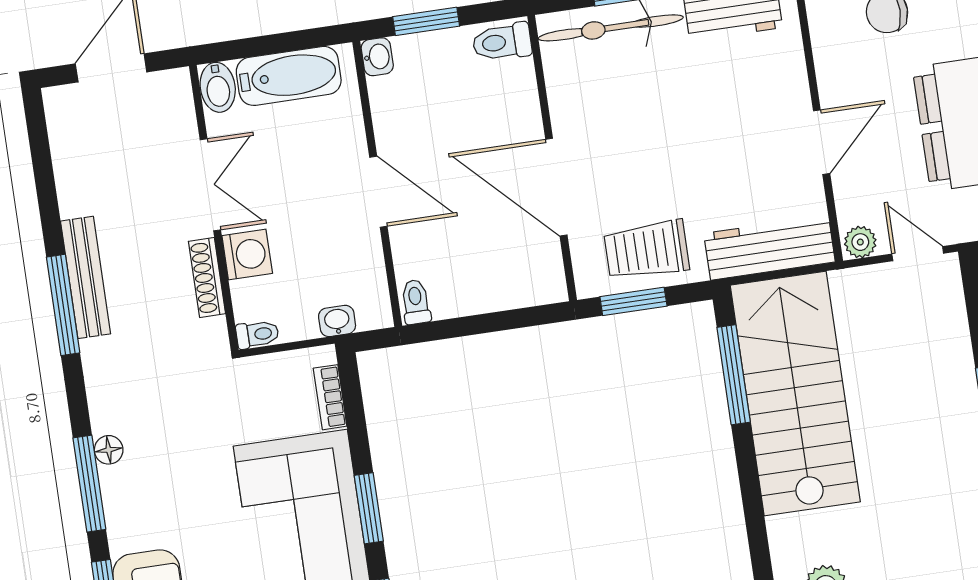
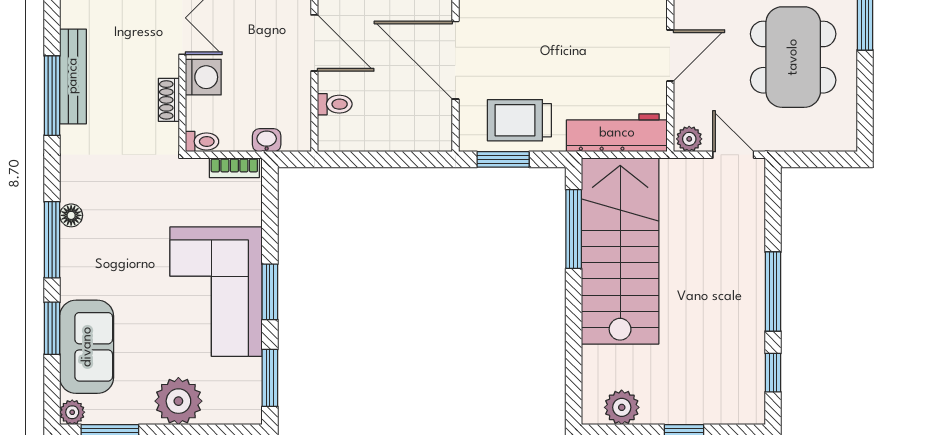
shoe rack: (207, 277) -> (169, 100), width x0.70
toilet: (416, 302) -> (335, 104), moved, turned 90
bookcase: (330, 397) -> (234, 168), moved, turned -90

